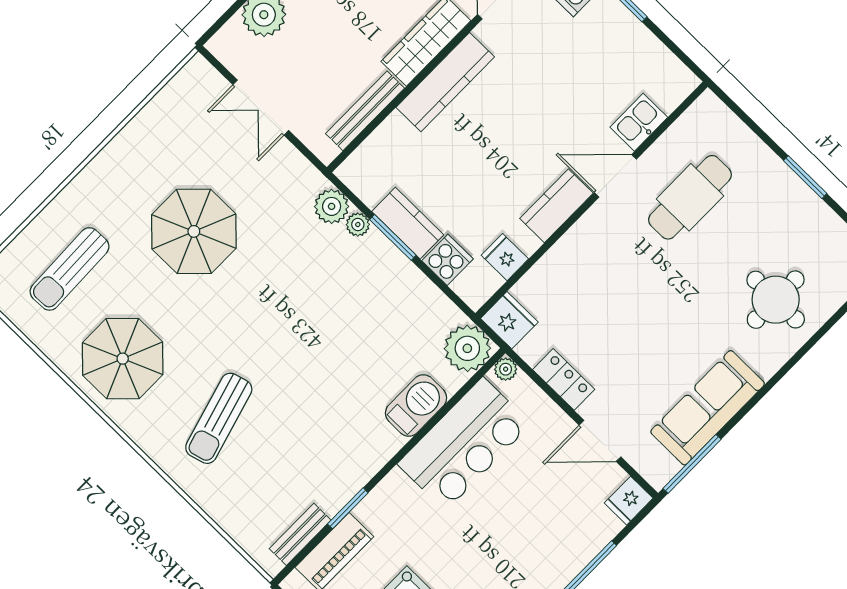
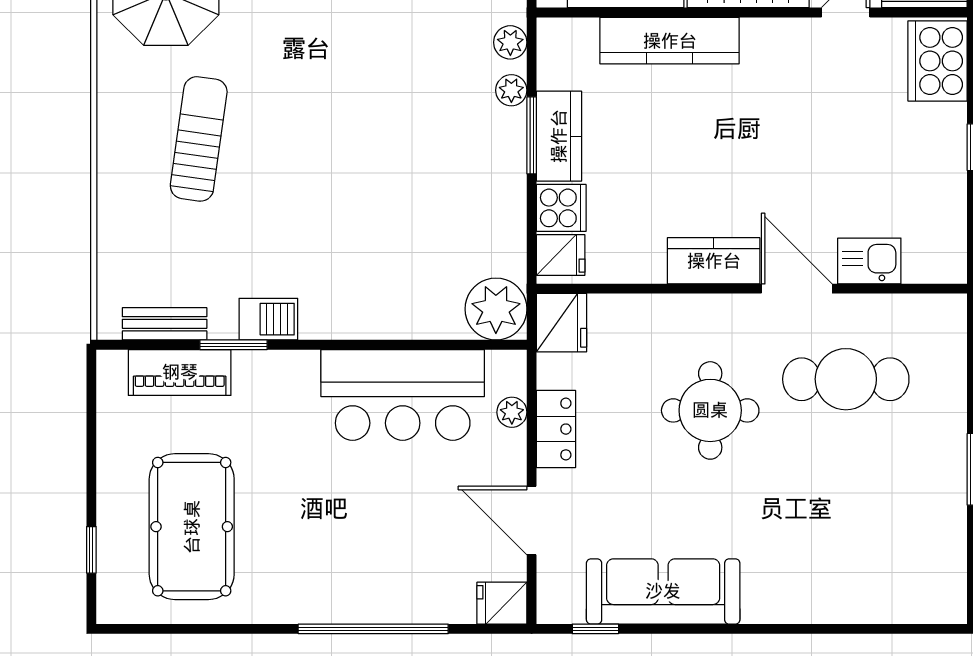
kitchen counter: (445, 82) -> (670, 41), moved
plant: (332, 206) -> (510, 42), width x0.73, depth x0.73
fridge: (505, 257) -> (561, 255), moved, turned 90
round table: (776, 300) -> (710, 410), moved
plant: (506, 369) -> (512, 412), moved
barbecue: (416, 405) -> (268, 319), moved, width x0.73, depth x0.79
sun lounger: (219, 418) -> (199, 139), turned 114
window: (692, 464) -> (595, 629), width x0.46

